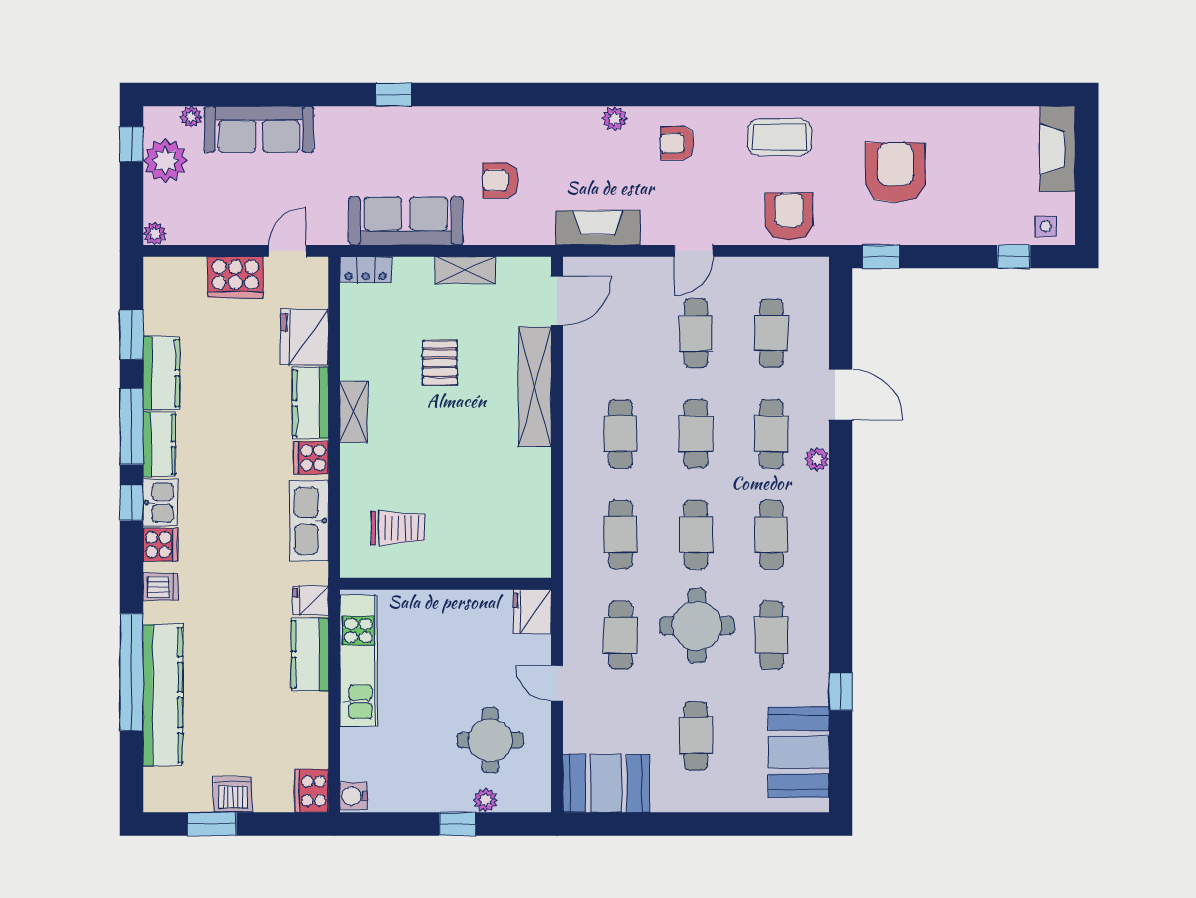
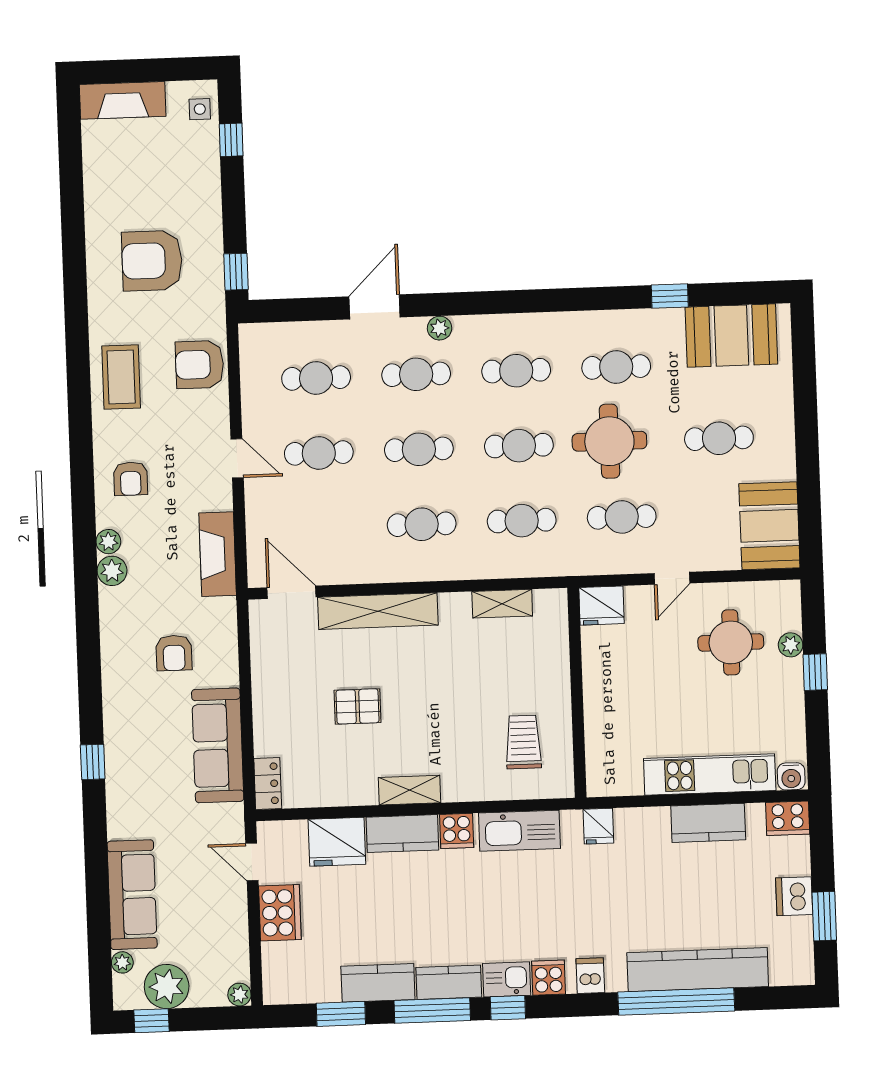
plant: (585, 121) -> (112, 571), added
shelving: (465, 270) -> (502, 604), moved, turned 90
kitchen counter: (310, 654) -> (708, 823), moved
kitchen unit: (358, 661) -> (710, 774), moved

